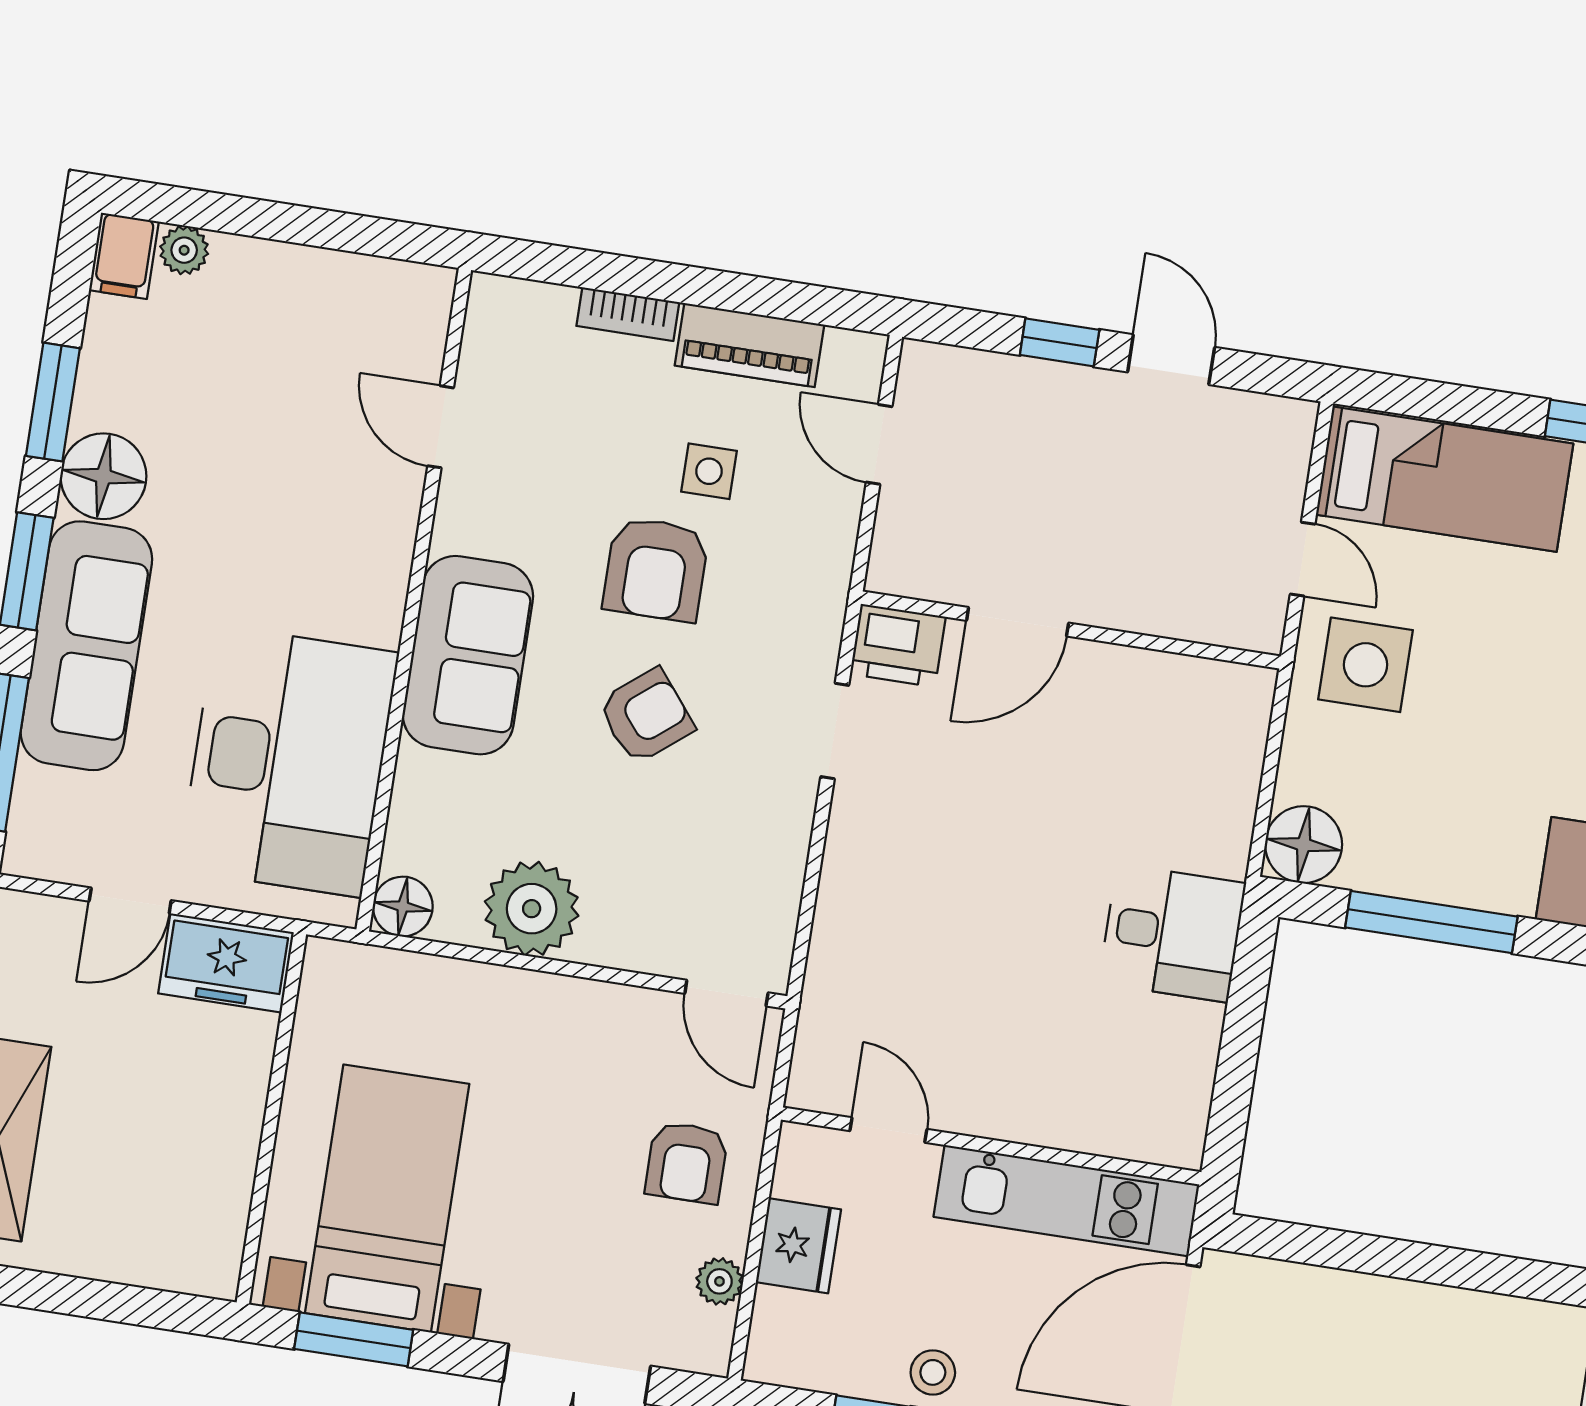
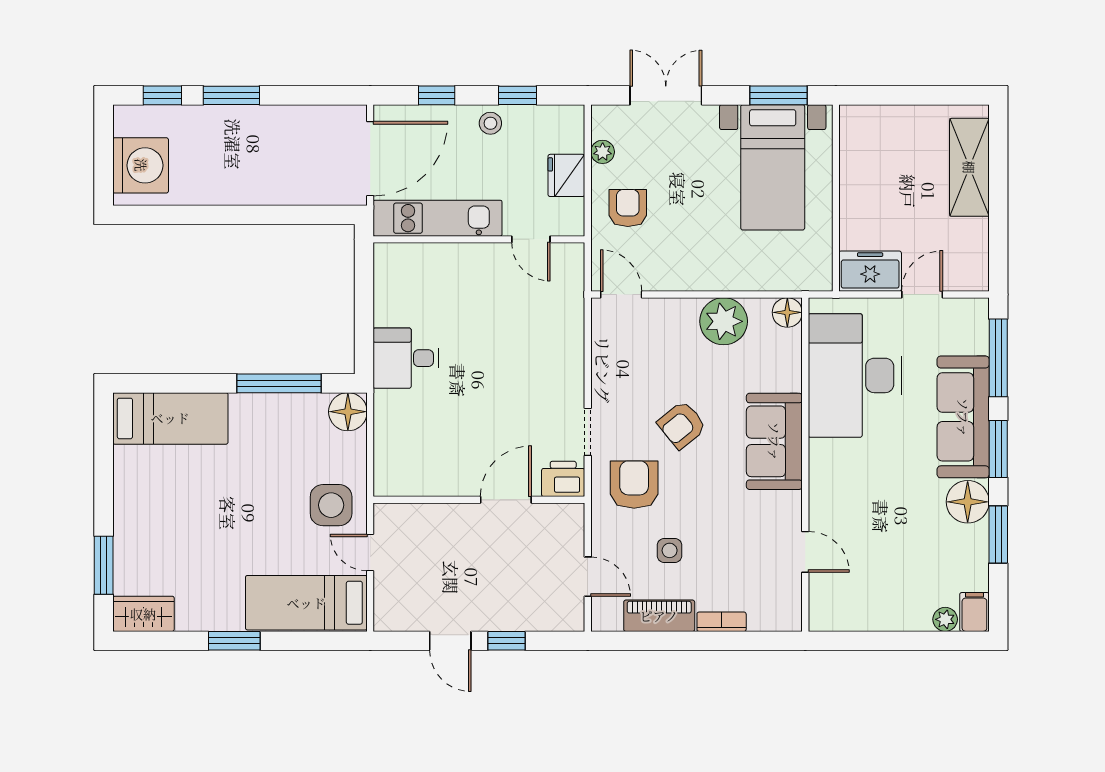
armchair: (656, 569) -> (634, 485), moved

